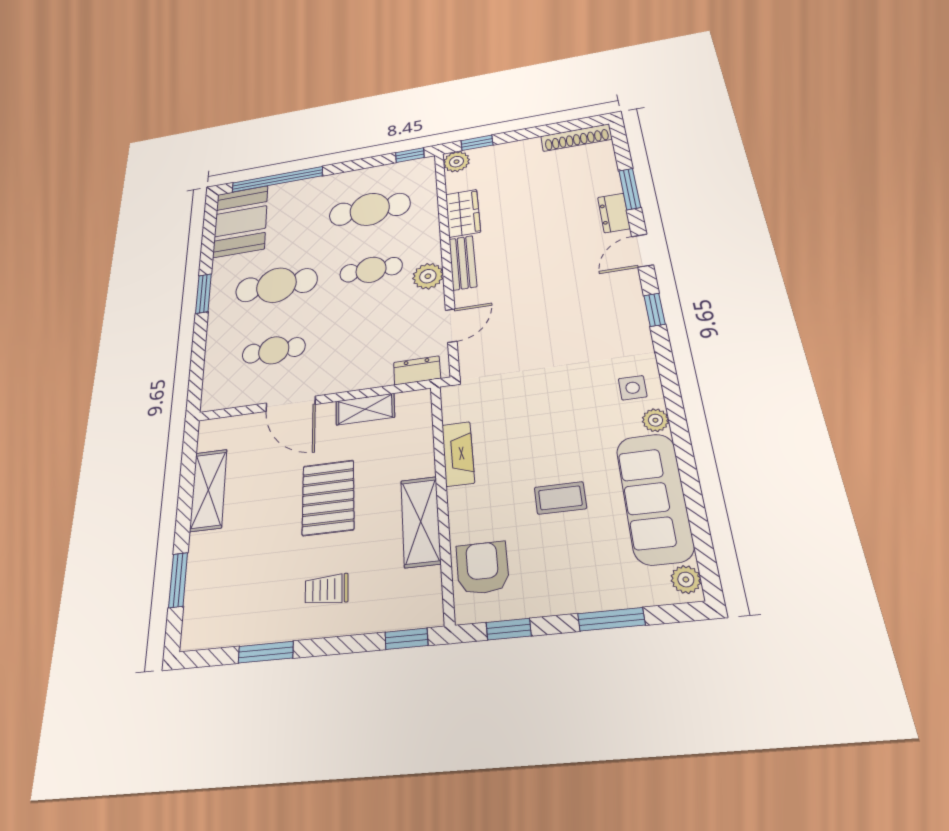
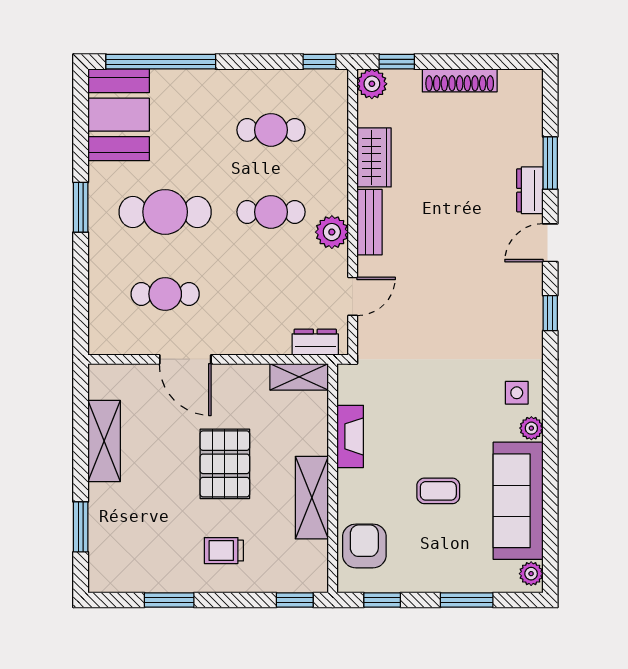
shoe rack: (576, 138) -> (460, 80), moved
cafe table: (370, 209) -> (271, 130), width x0.73, depth x0.74
shelving: (365, 409) -> (299, 377), moved

